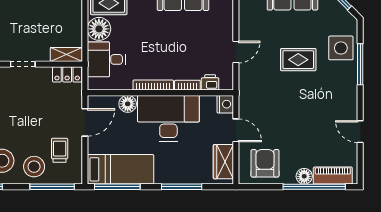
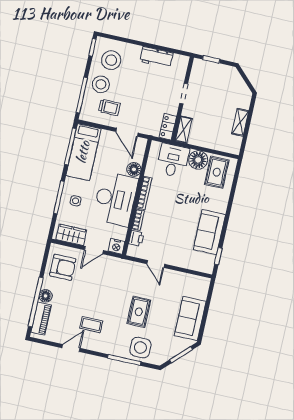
coffee table: (326, 114) -> (91, 325), added
side table: (181, 166) -> (76, 201), added

